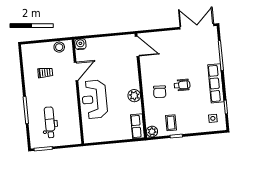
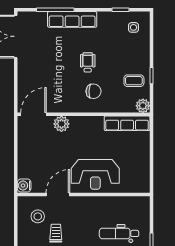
stool: (59, 47) -> (38, 216), moved
door: (76, 71) -> (58, 194), hinge flipped
row of seats: (216, 83) -> (72, 19), moved
plant: (134, 96) -> (61, 124), moved
row of seats: (138, 126) -> (127, 123), width x1.48

